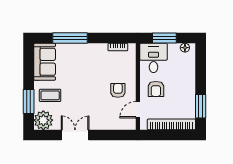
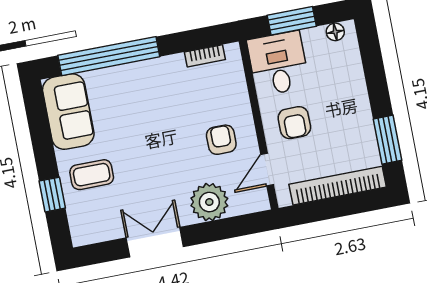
window: (70, 38) -> (109, 56), width x1.46
window: (29, 101) -> (52, 195), width x0.67
plant: (43, 120) -> (209, 202), moved

